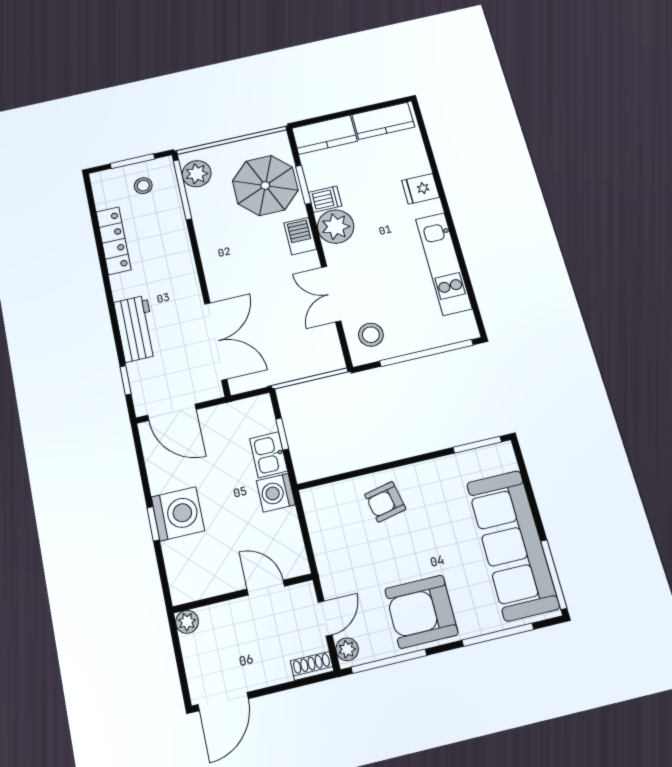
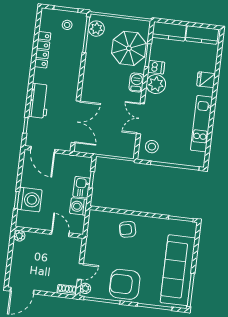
door: (266, 588) -> (60, 234), moved
wall: (243, 593) -> (49, 232), moved
plant: (187, 622) -> (19, 236), moved

